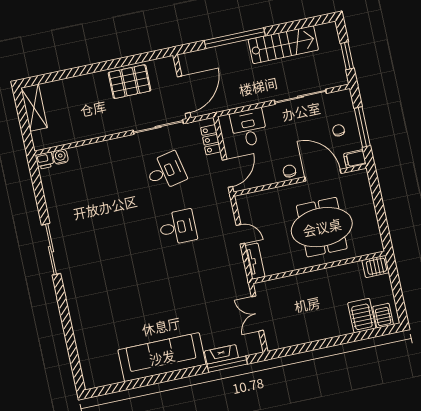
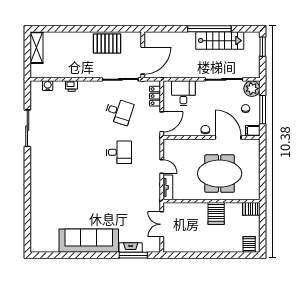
window: (235, 38) -> (209, 29), moved
window: (347, 56) -> (263, 47), moved
plant: (341, 101) -> (252, 89), added
printer: (45, 161) -> (72, 86), moved
desk: (166, 171) -> (119, 111), turned 30
sliding door: (51, 249) -> (27, 128), moved
server rack: (362, 316) -> (216, 214), moved, turned 180

